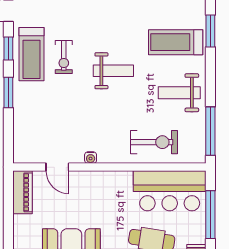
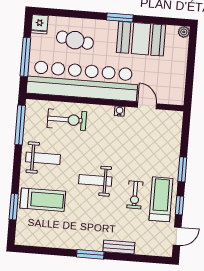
exercise bike: (64, 57) -> (135, 195), turned 180
exercise bike: (154, 142) -> (67, 120), turned 180
bar counter: (170, 191) -> (82, 81), width x1.86
piano: (23, 192) -> (177, 87), removed

